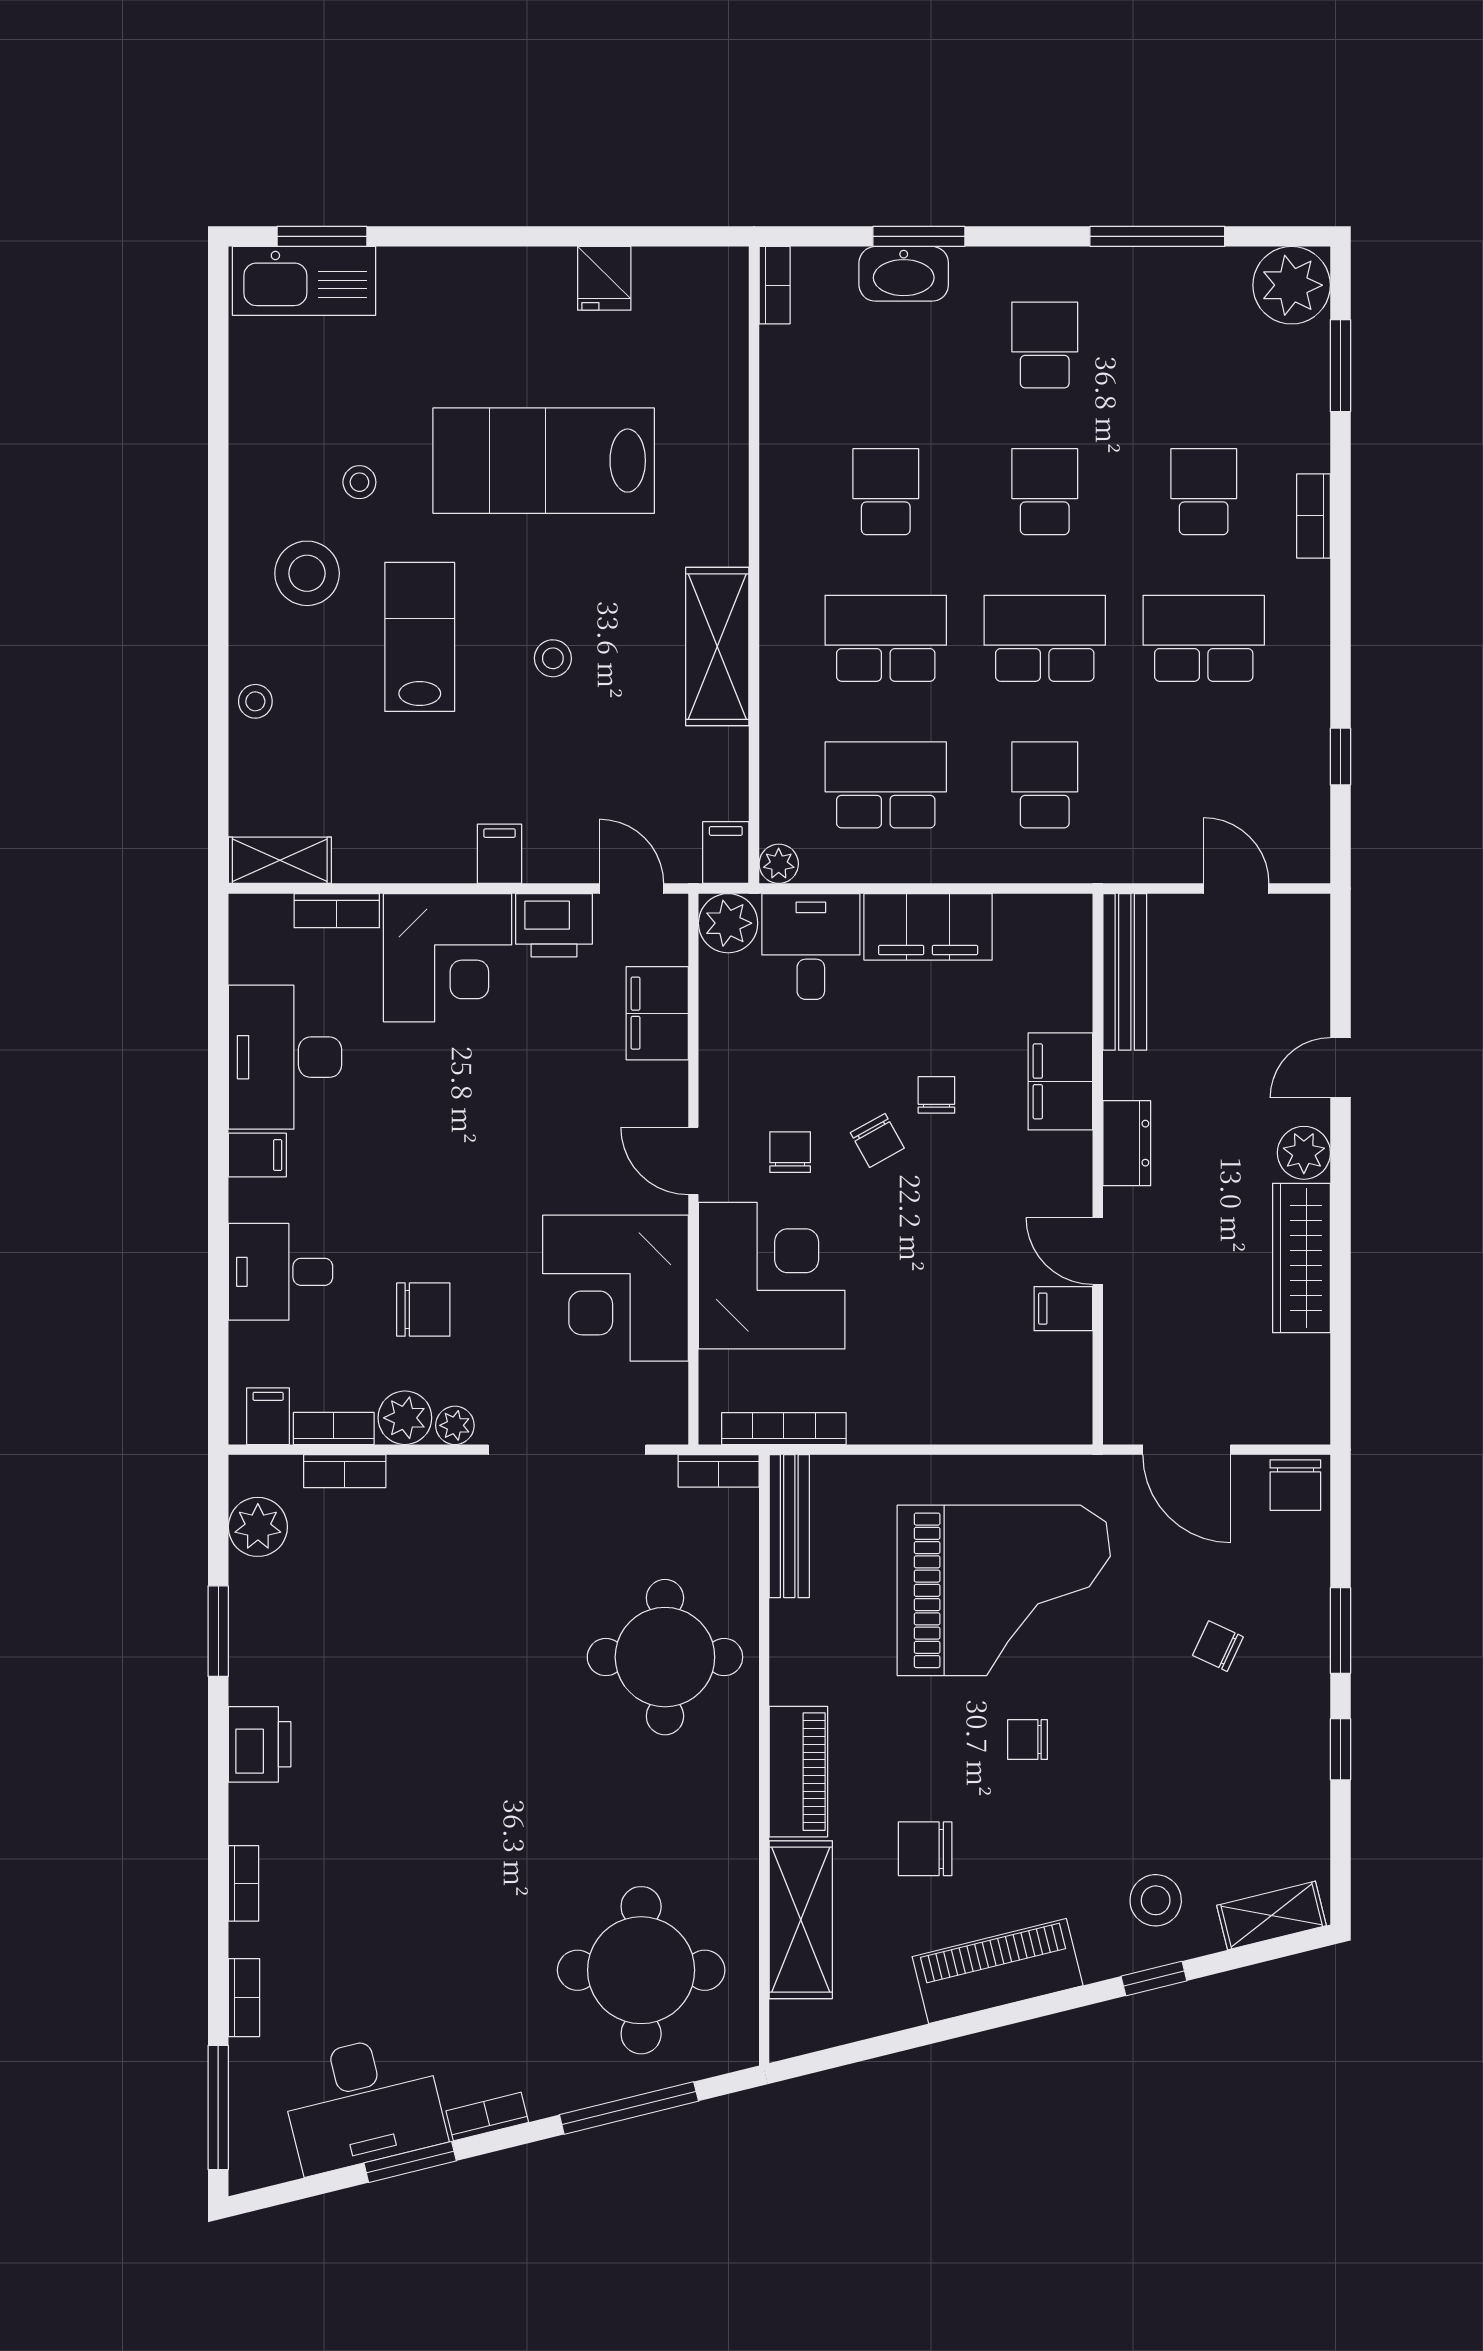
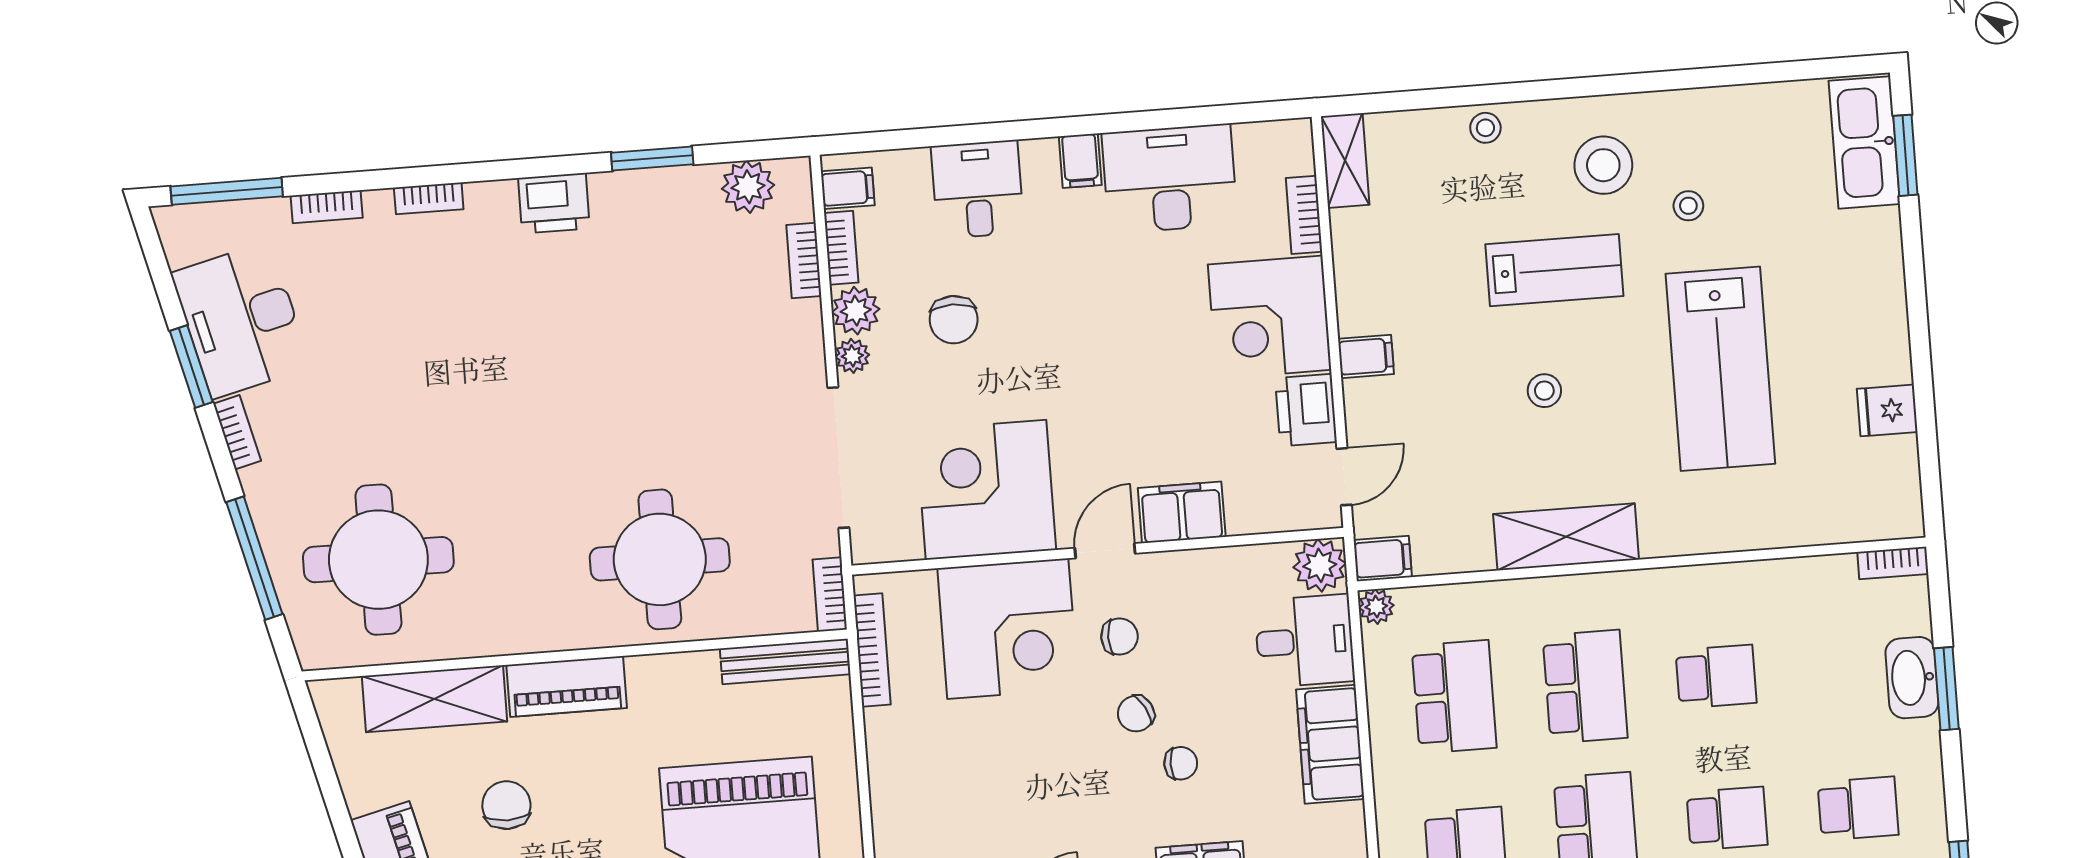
lab bench: (544, 461) -> (1720, 369), turned 180
filing cabinet: (657, 1013) -> (1182, 512), moved

